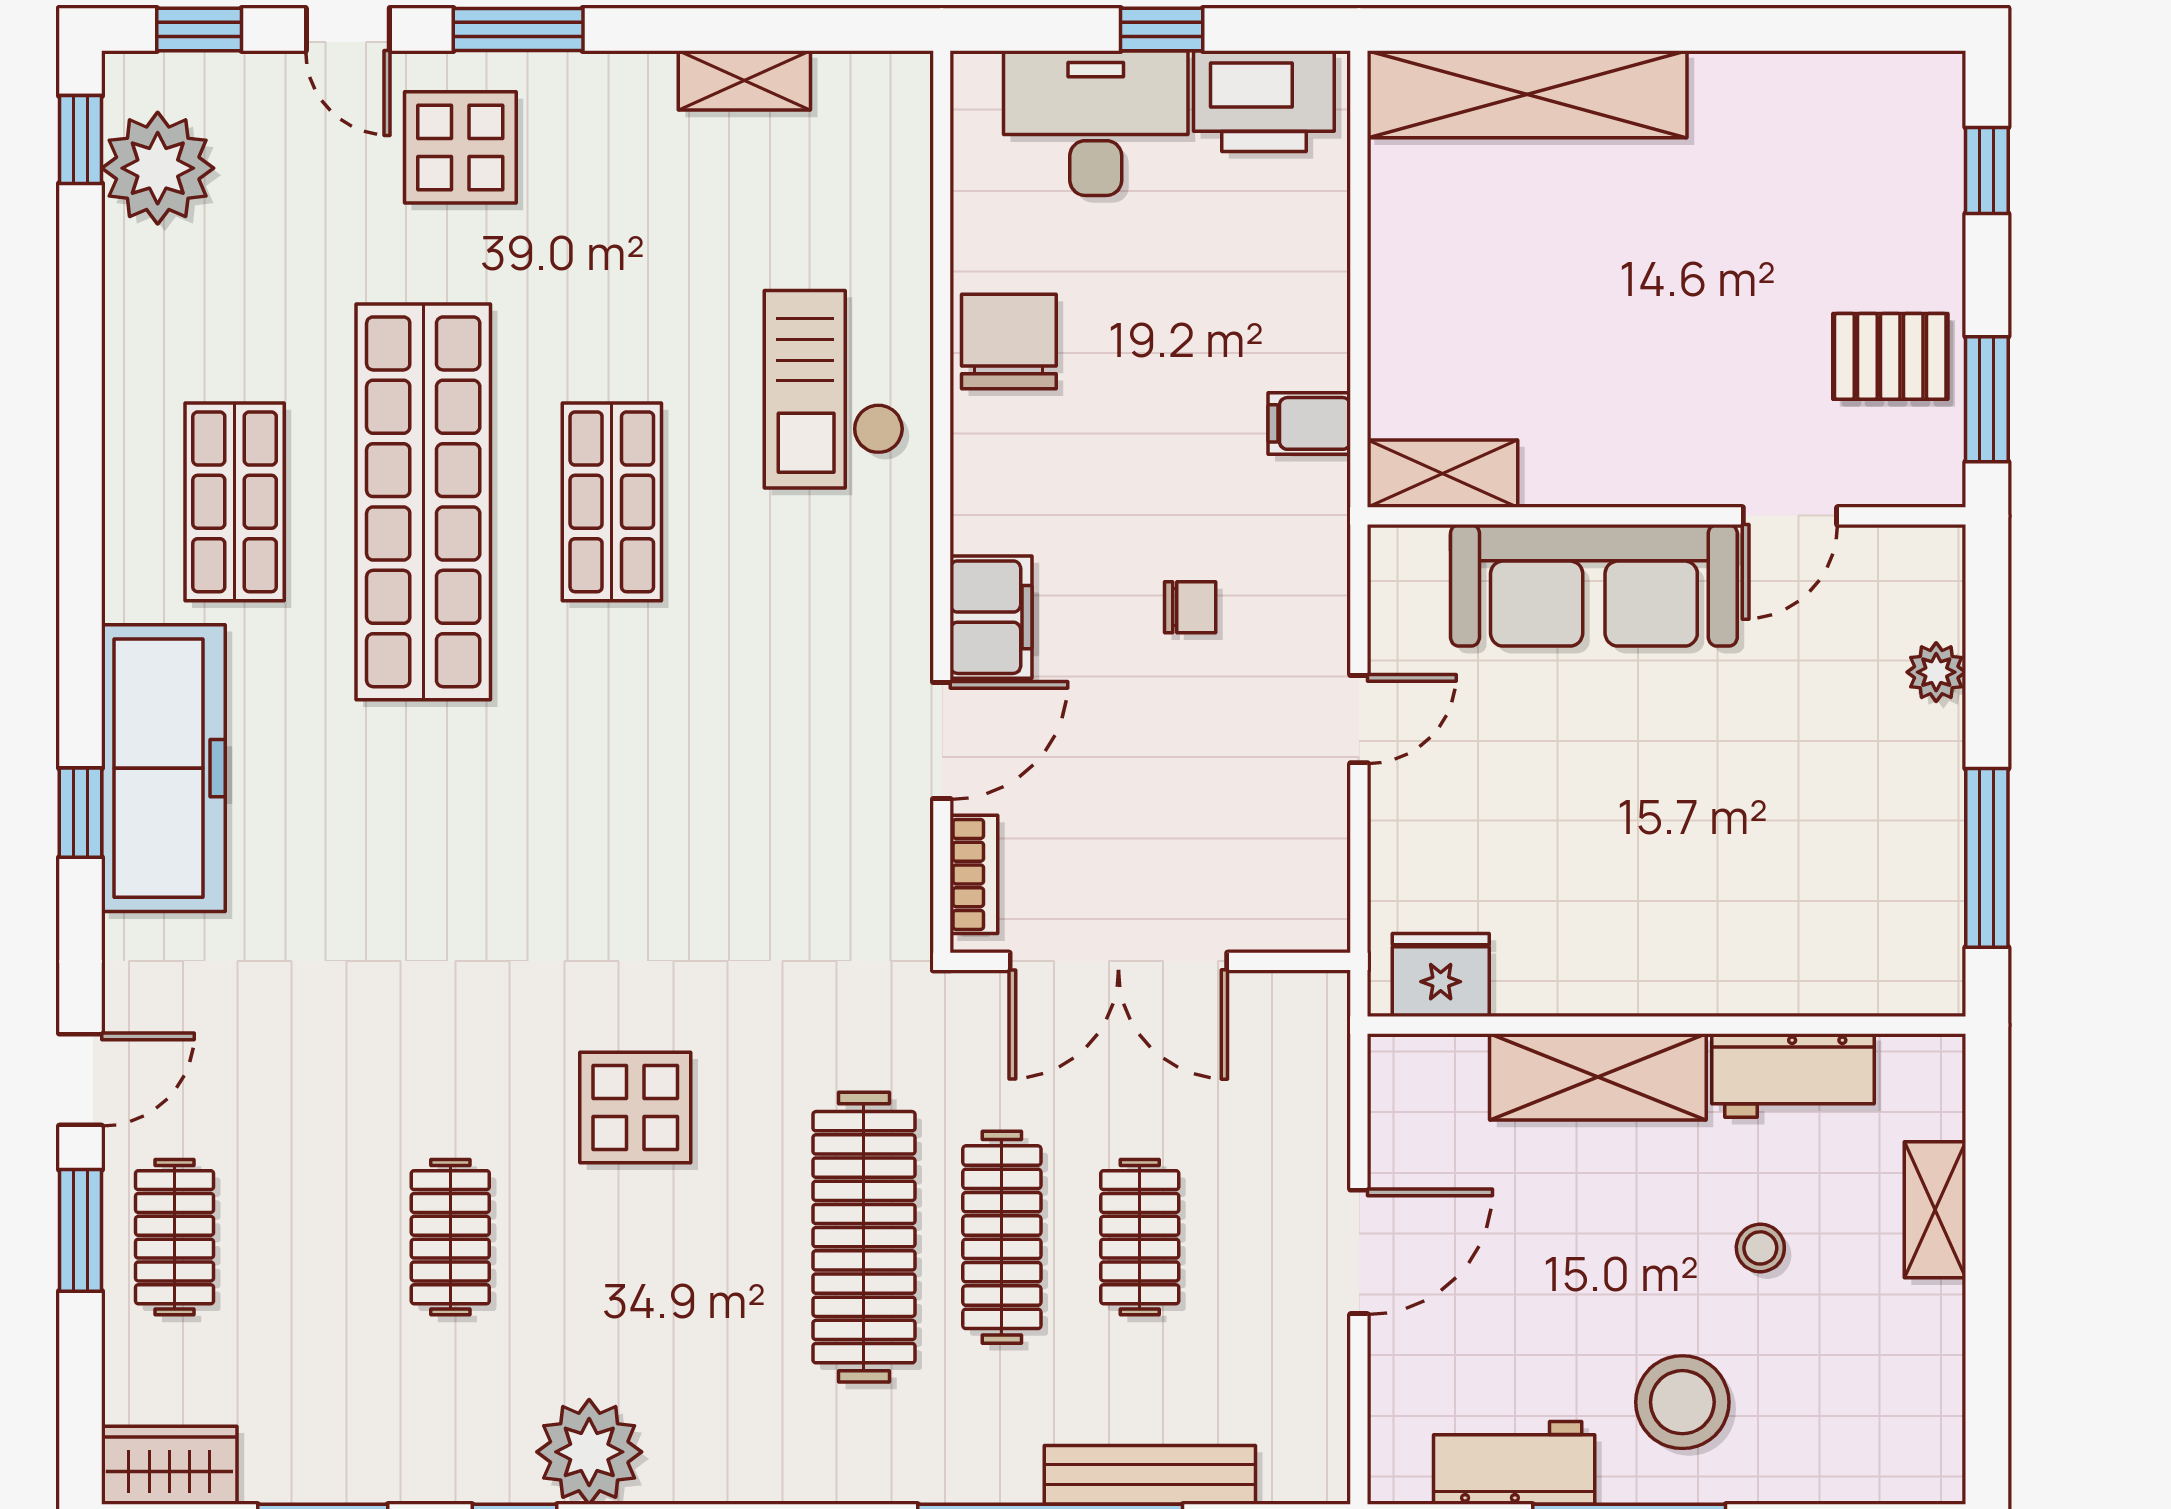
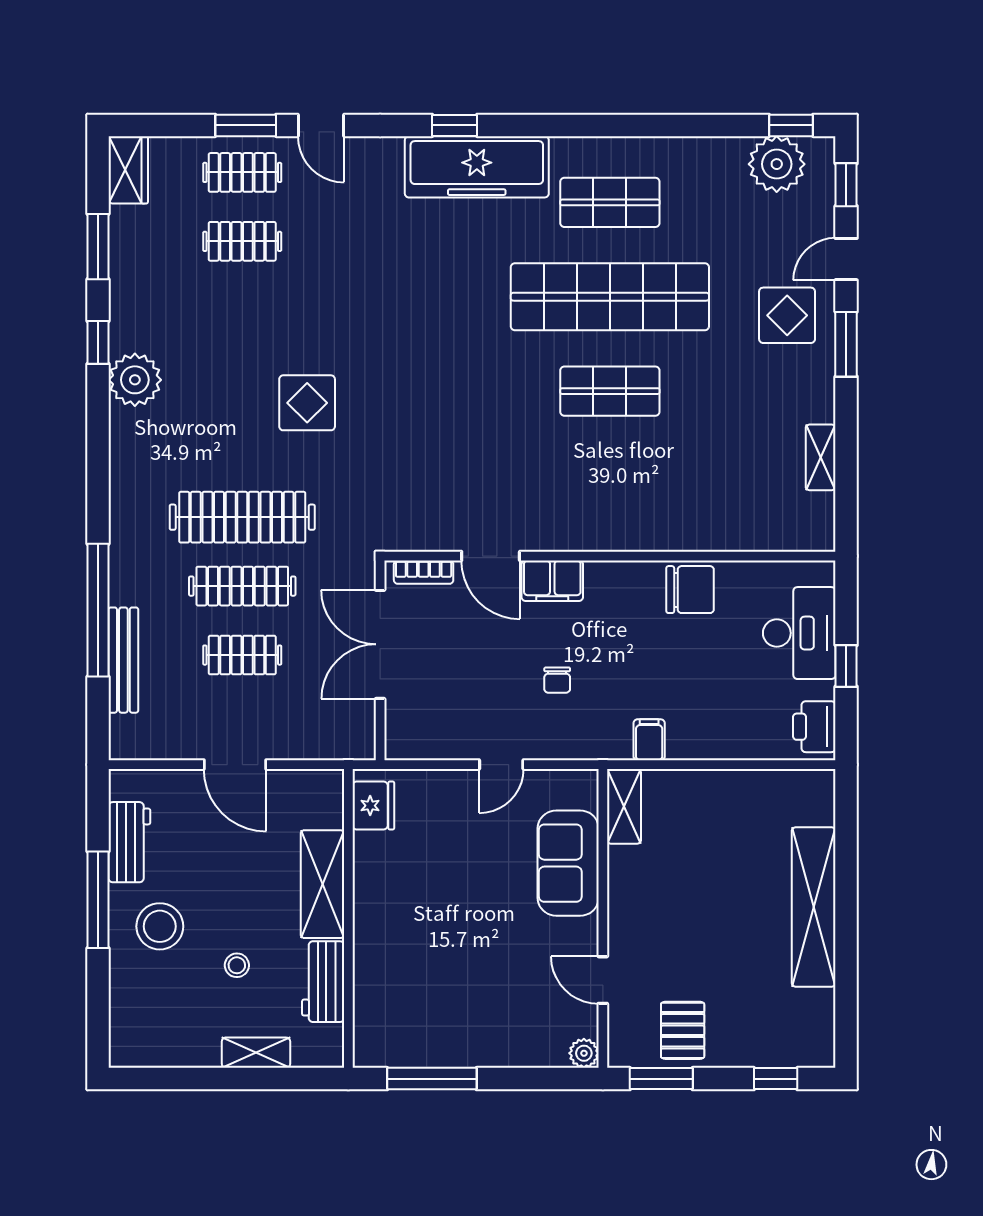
shelving: (1527, 94) -> (814, 907), moved
printer: (1264, 101) -> (814, 727), width x0.73, depth x0.84
checkout: (834, 389) -> (666, 502), removed
sofa: (1594, 585) -> (568, 863), width x0.73
plant: (1936, 672) -> (584, 1053), moved
door: (1359, 719) -> (501, 765), hinge flipped
clothes rail: (450, 1237) -> (242, 241), moved

